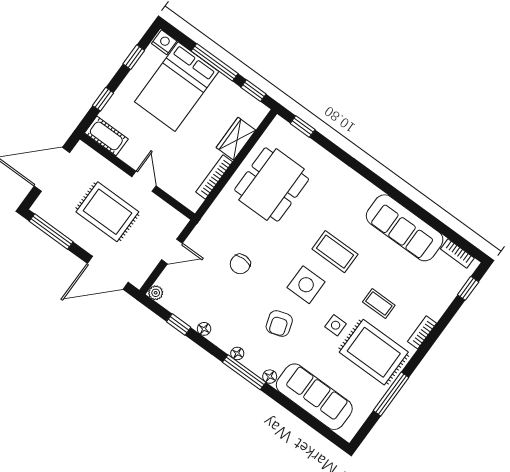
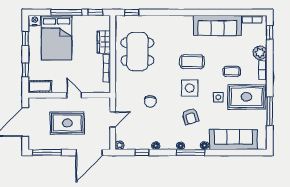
plant: (435, 306) -> (260, 53), added

